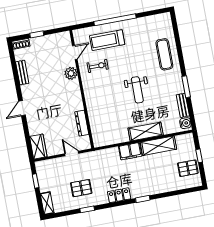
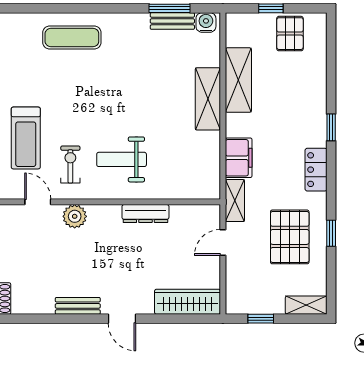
bench: (22, 73) -> (78, 306), moved
window: (186, 87) -> (169, 8), moved
weight bench: (137, 90) -> (122, 159), moved, turned 180
dresser: (82, 123) -> (145, 214), moved
wardrobe: (38, 147) -> (187, 302), width x1.50
filing cabinet: (130, 151) -> (239, 158), moved
shelving: (95, 156) -> (235, 201), added
pallet: (81, 188) -> (290, 237), width x1.50, depth x1.42

